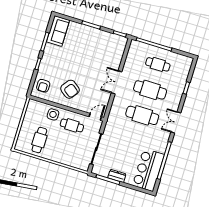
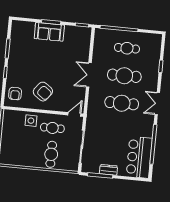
sofa: (58, 31) -> (49, 32), moved, turned 90
cafe table: (39, 140) -> (51, 154), moved

